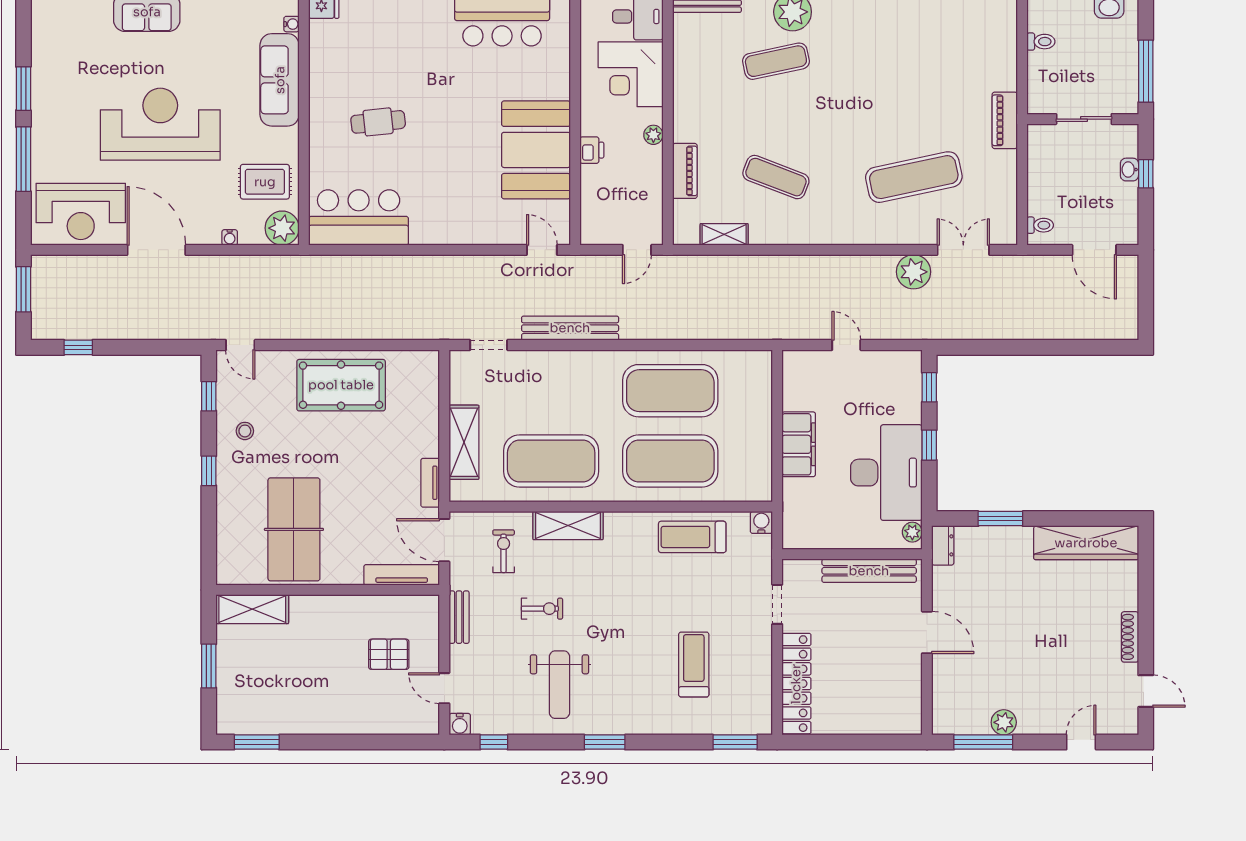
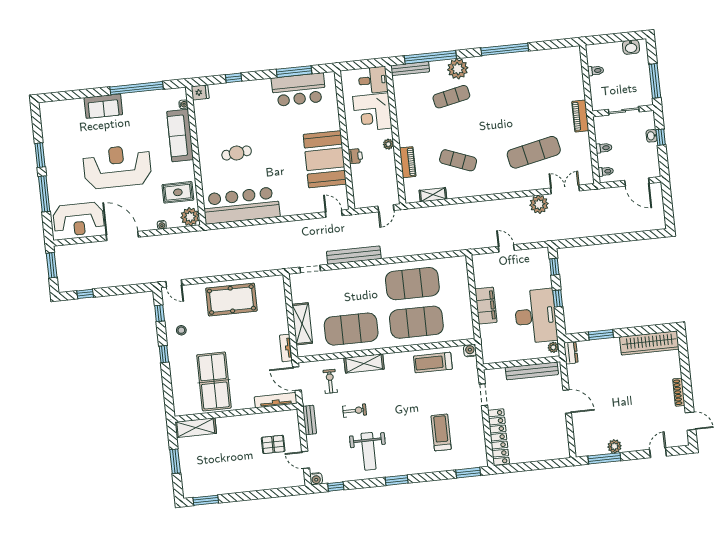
toilet: (1041, 182) -> (604, 148), added
bar counter: (359, 217) -> (241, 205), width x1.36

